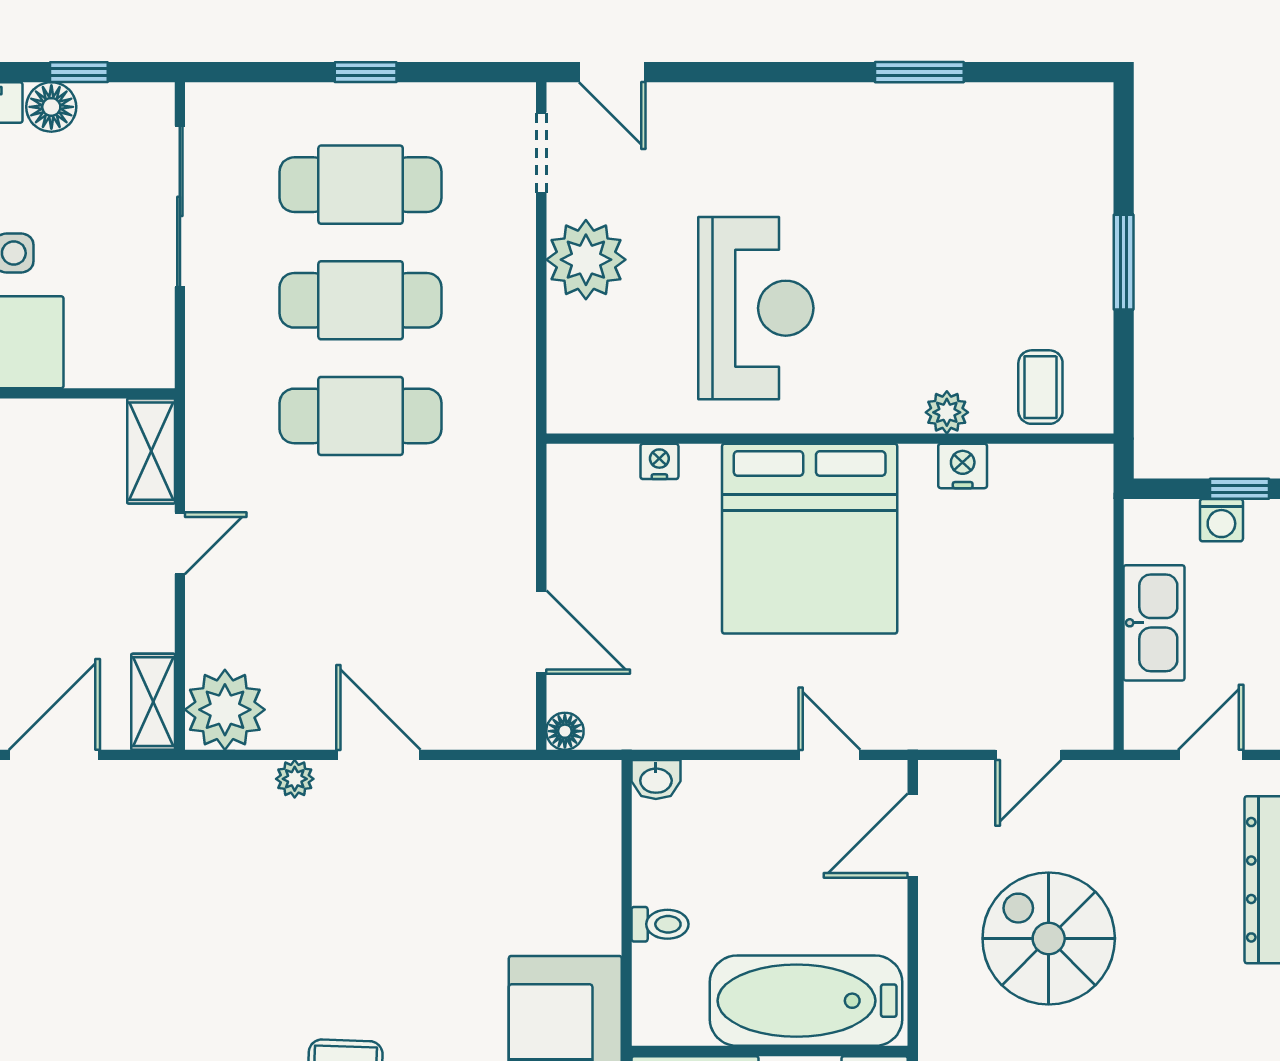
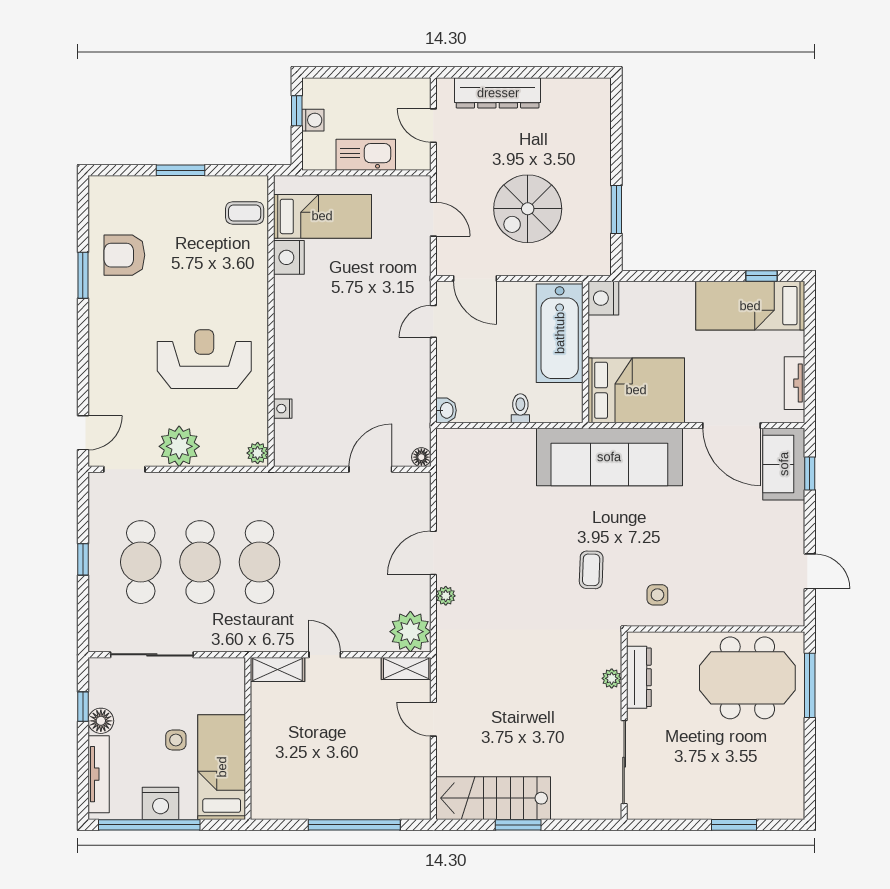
armchair: (958, 153) -> (124, 255), added
plant: (947, 412) -> (258, 453), moved
nightstand: (963, 466) -> (289, 257), width x1.36, depth x1.33
bed: (810, 539) -> (322, 216), moved, width x0.49
door: (54, 755) -> (433, 719), width x0.73

